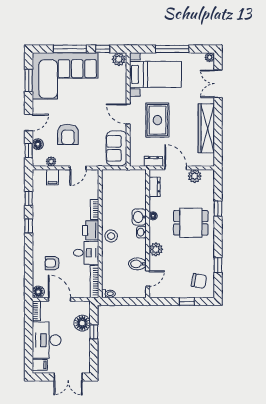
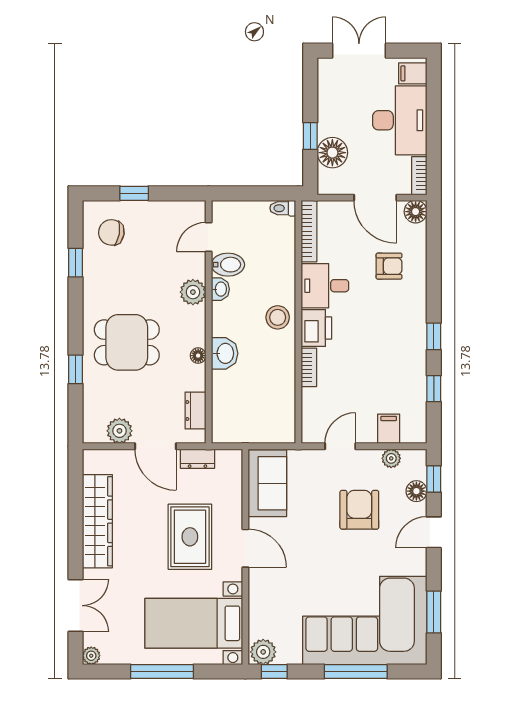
window: (103, 49) -> (274, 671), moved
washbasin: (141, 232) -> (220, 289), moved

